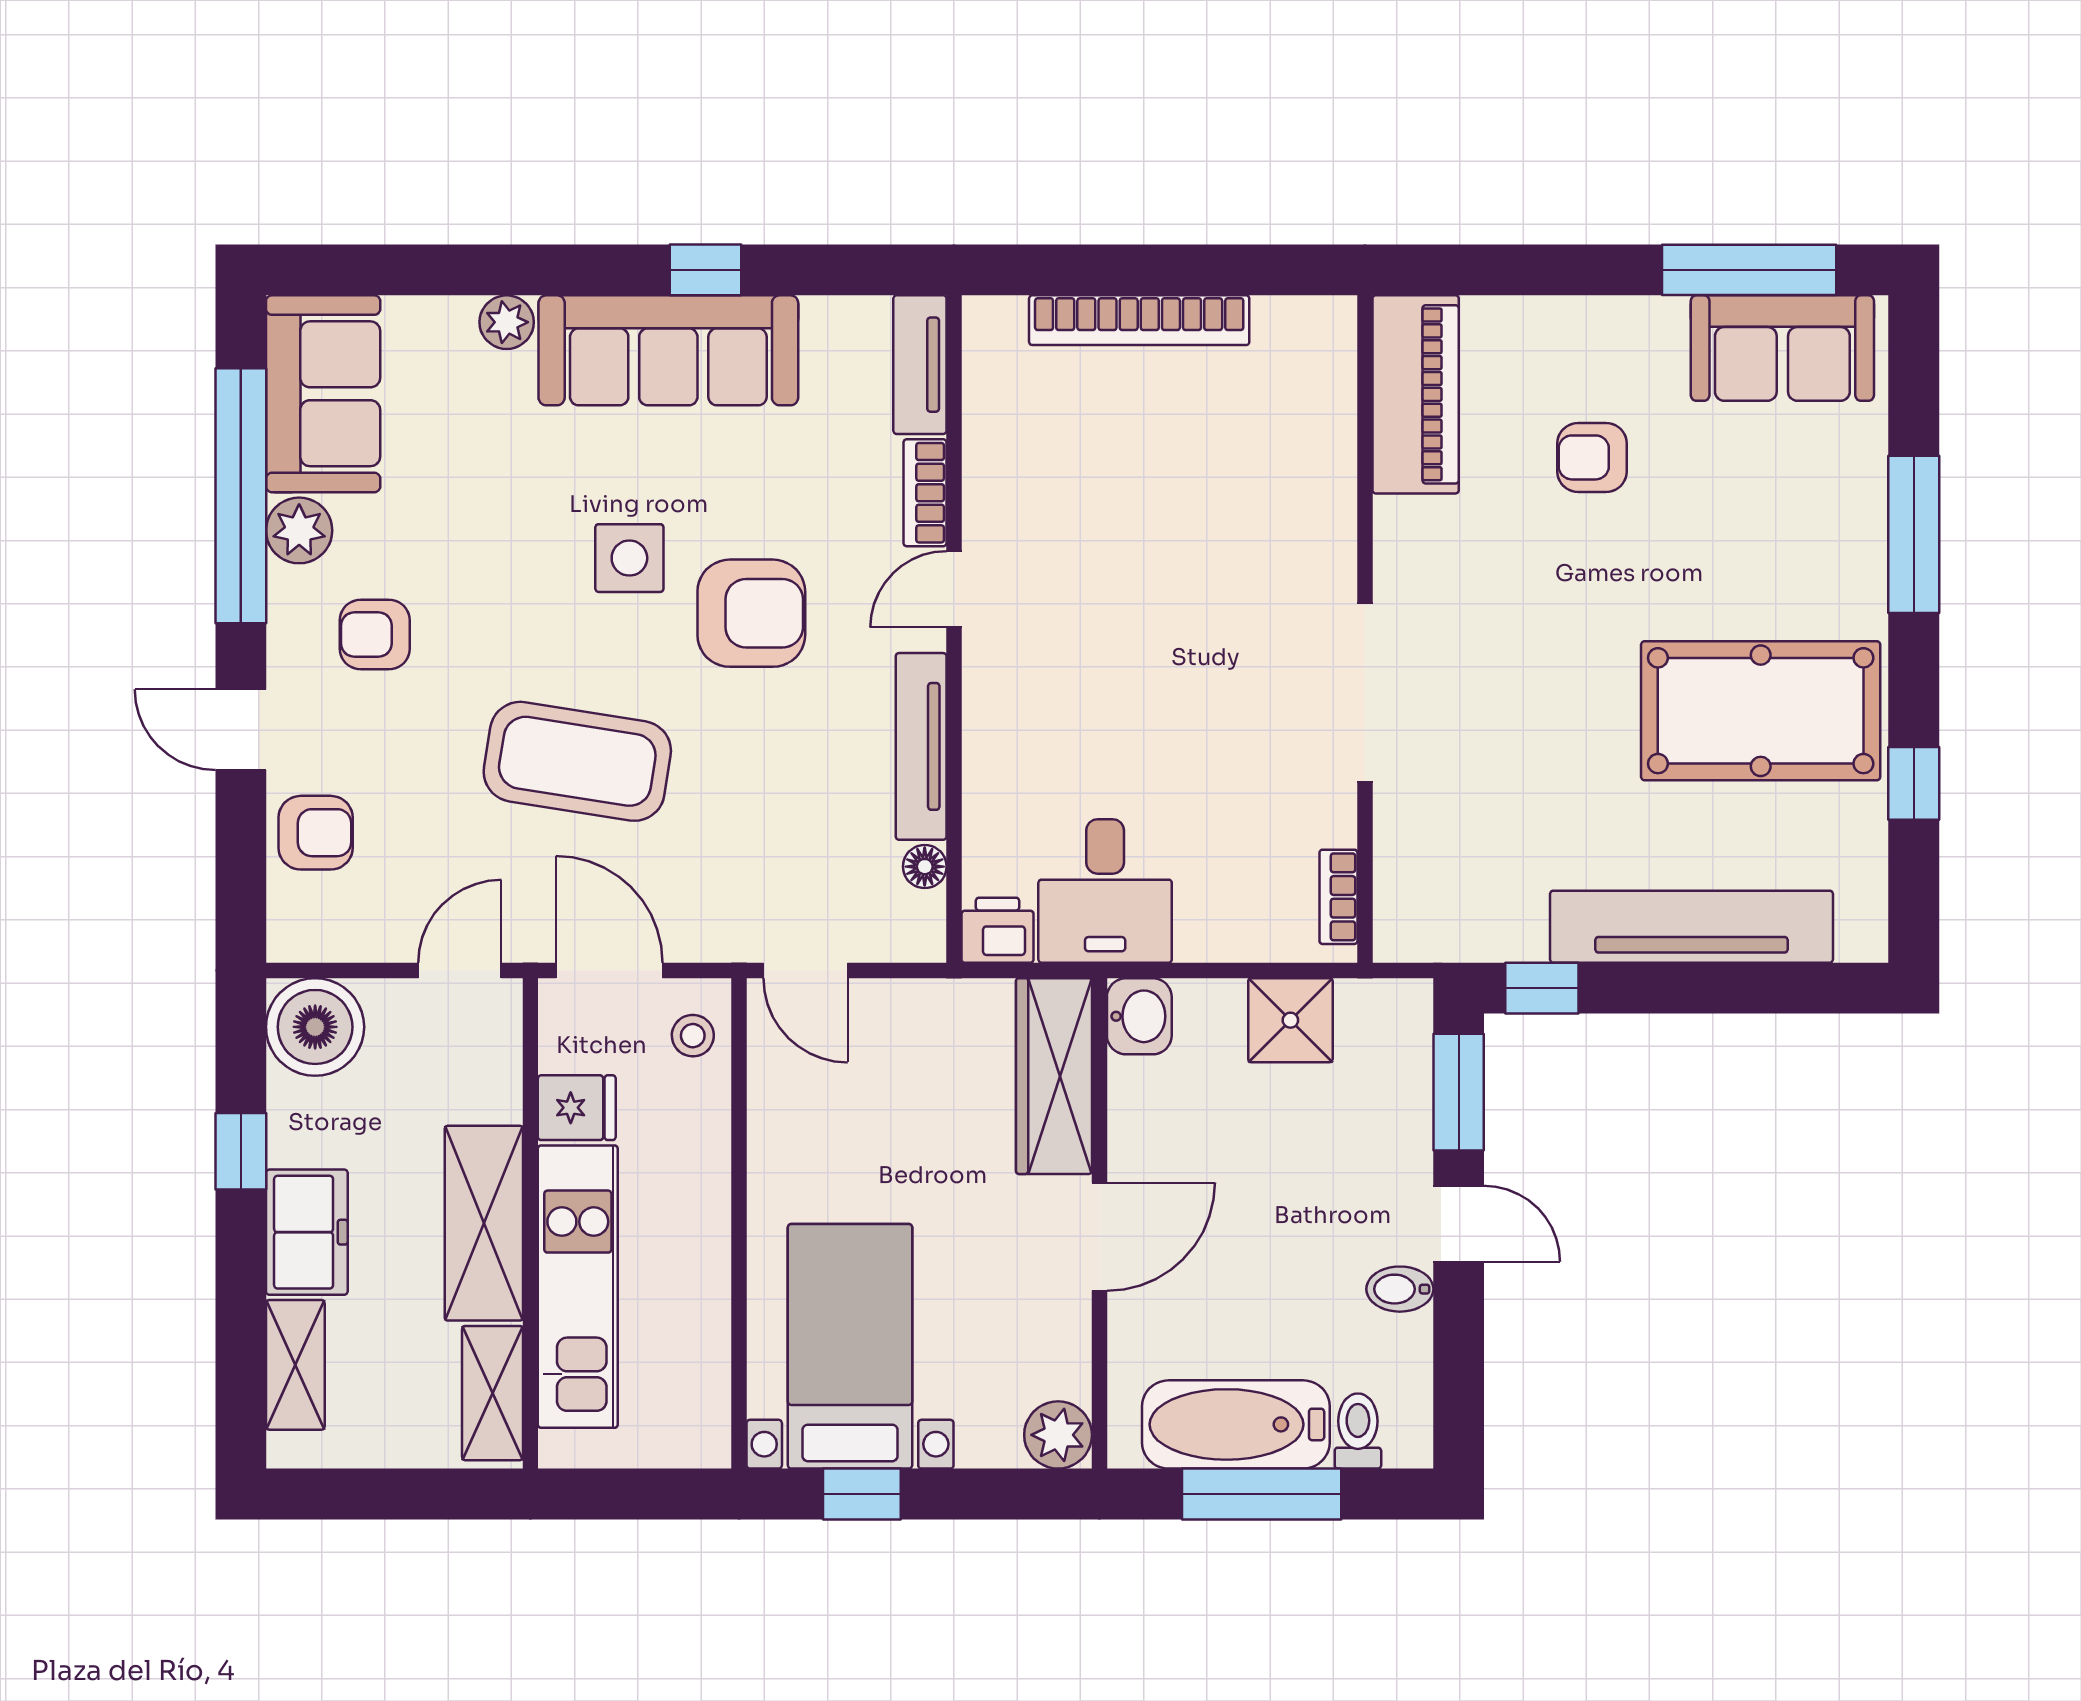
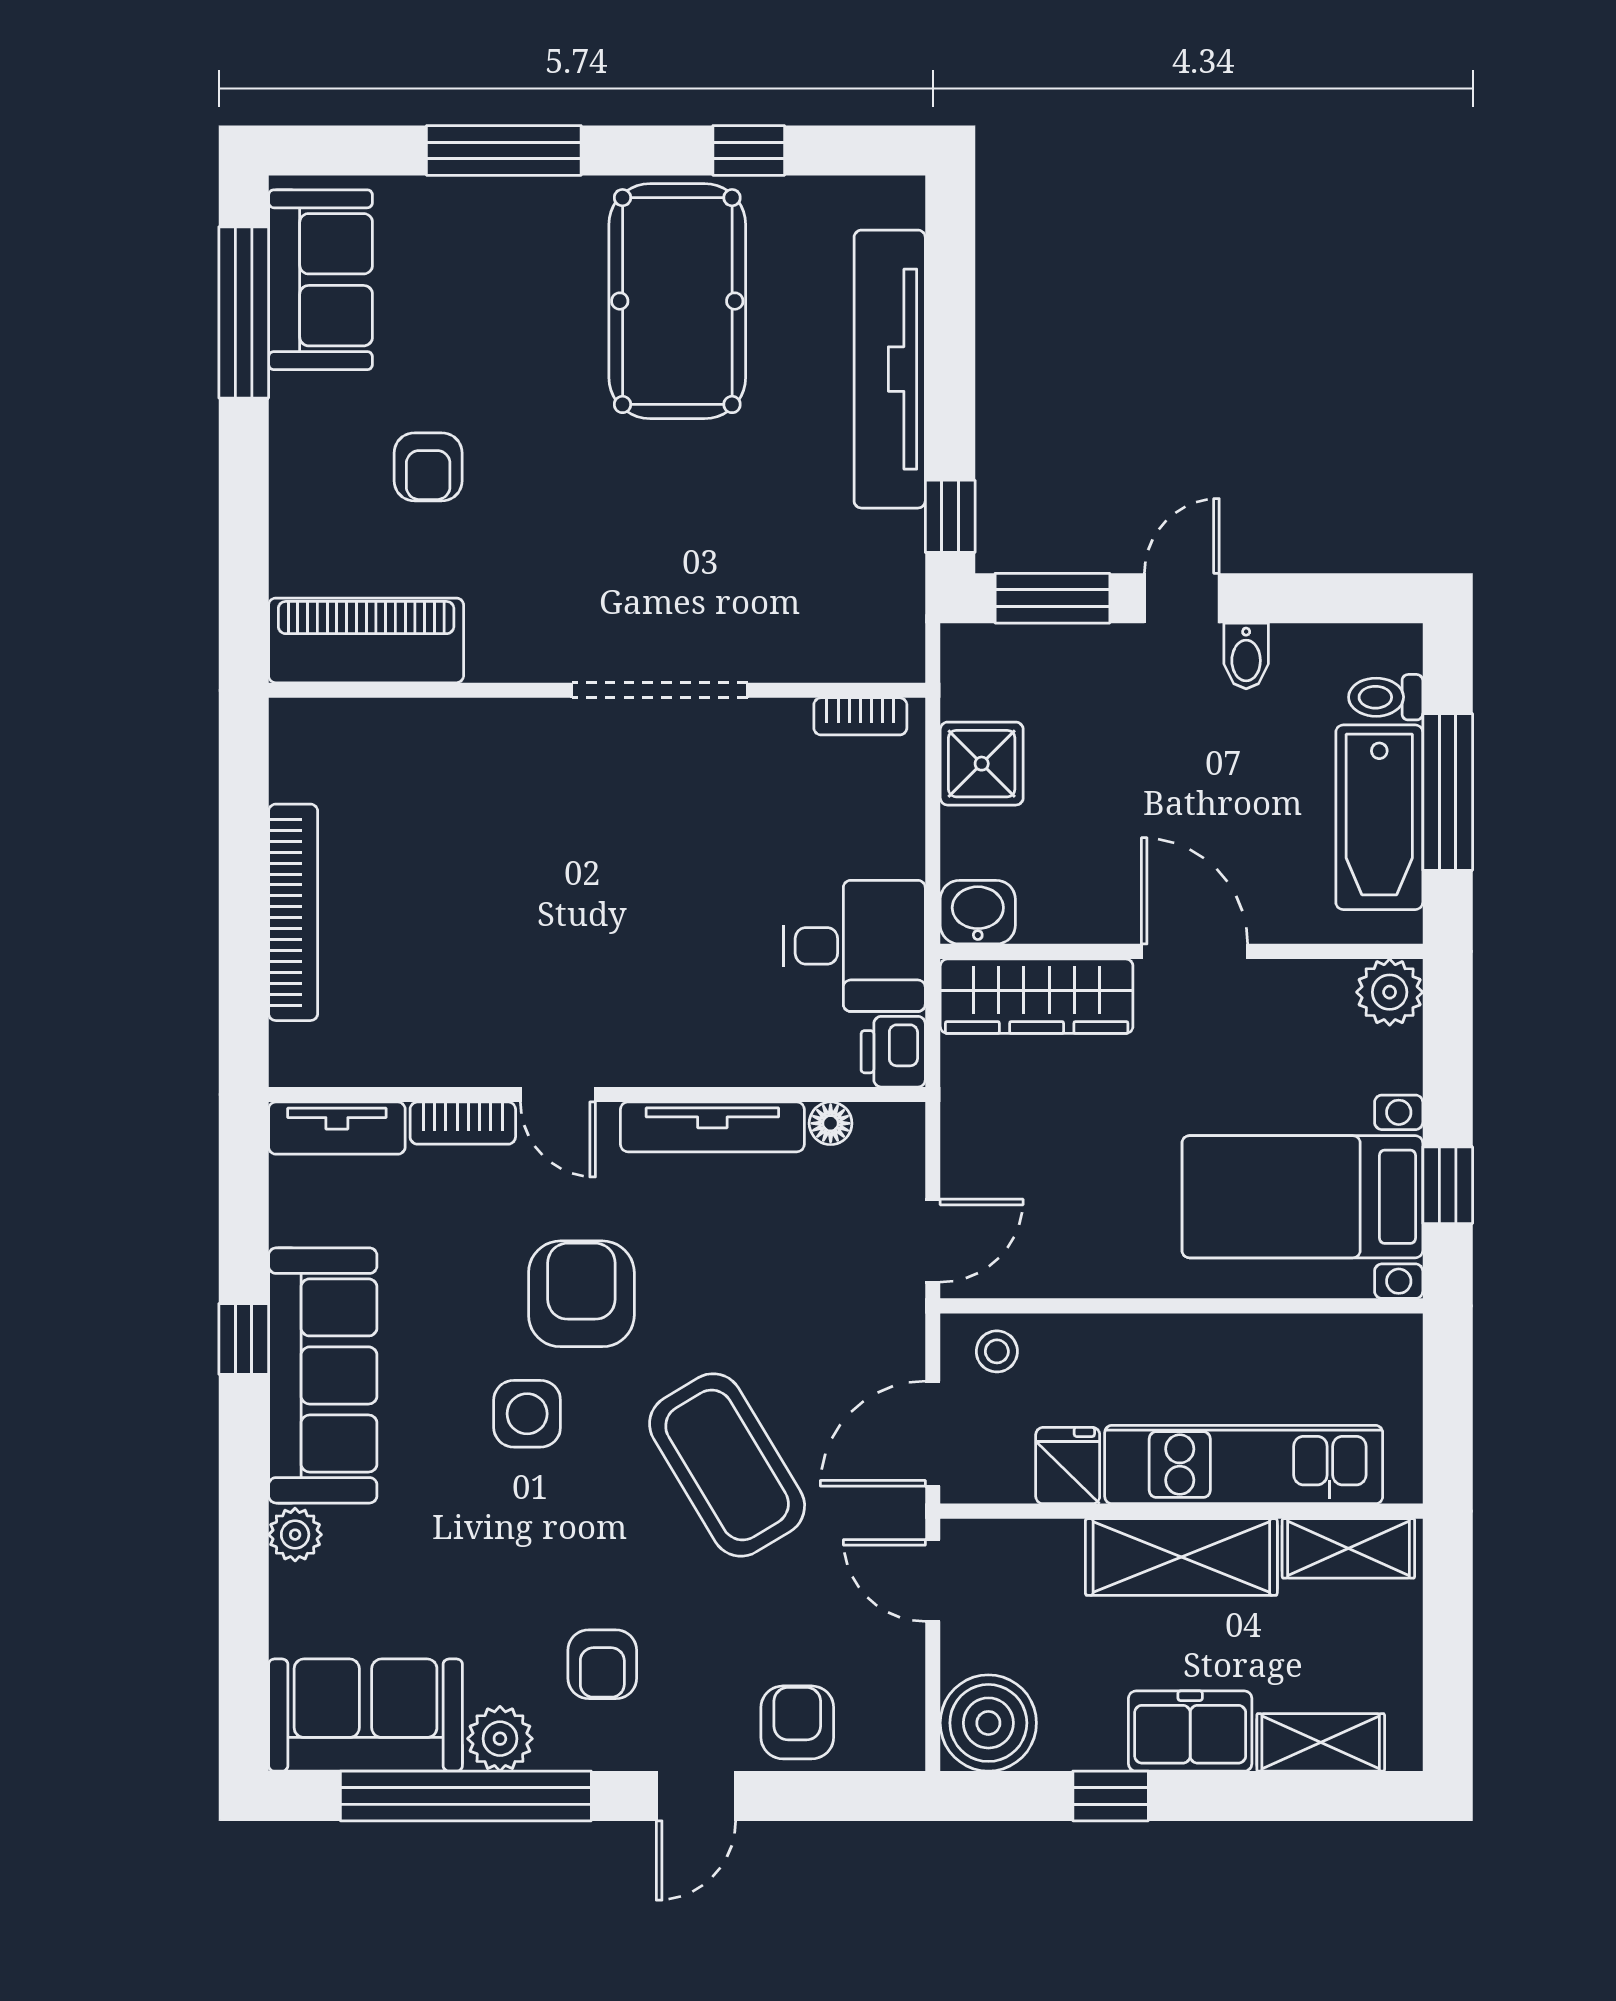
coffee table: (577, 761) -> (727, 1465), turned -40

